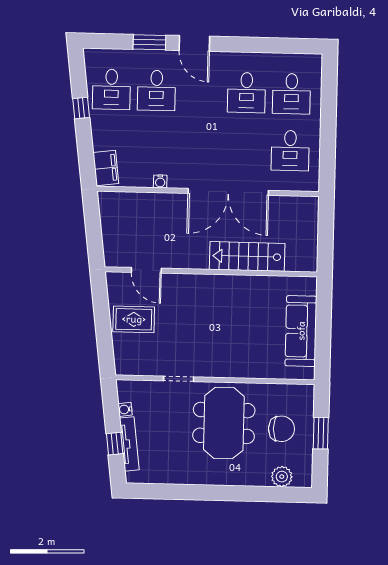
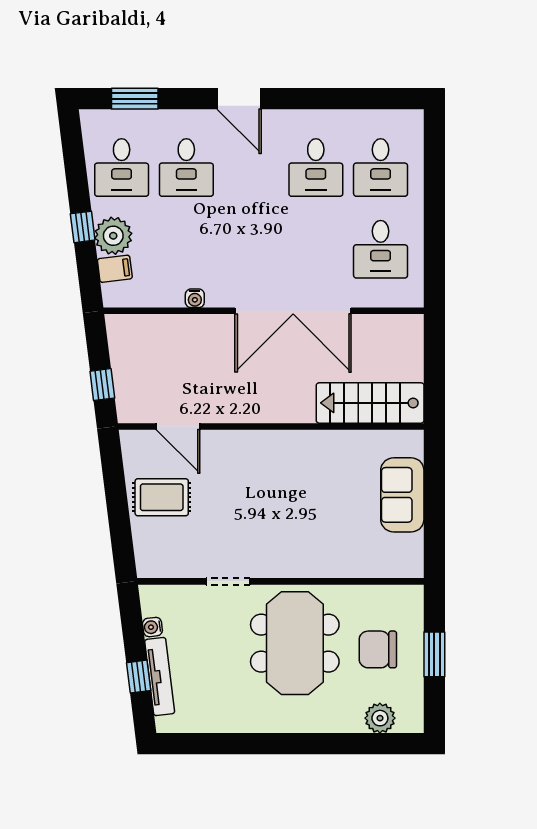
window: (149, 42) -> (135, 99), moved
window: (81, 108) -> (83, 227), moved
plant: (104, 137) -> (113, 236), added
filing cabinet: (106, 168) -> (115, 269), width x0.50
window: (94, 240) -> (102, 385), added
stairs: (247, 256) -> (370, 403), moved
sofa: (301, 331) -> (402, 495), width x0.73
chair: (281, 429) -> (378, 649), turned 180

